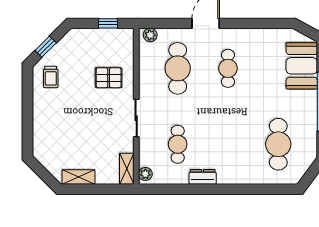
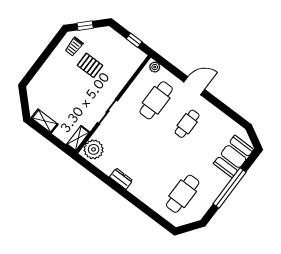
pallet: (109, 78) -> (90, 65), moved
cafe table: (178, 144) -> (121, 147), removed
plant: (145, 174) -> (94, 149), width x1.87, depth x1.87

